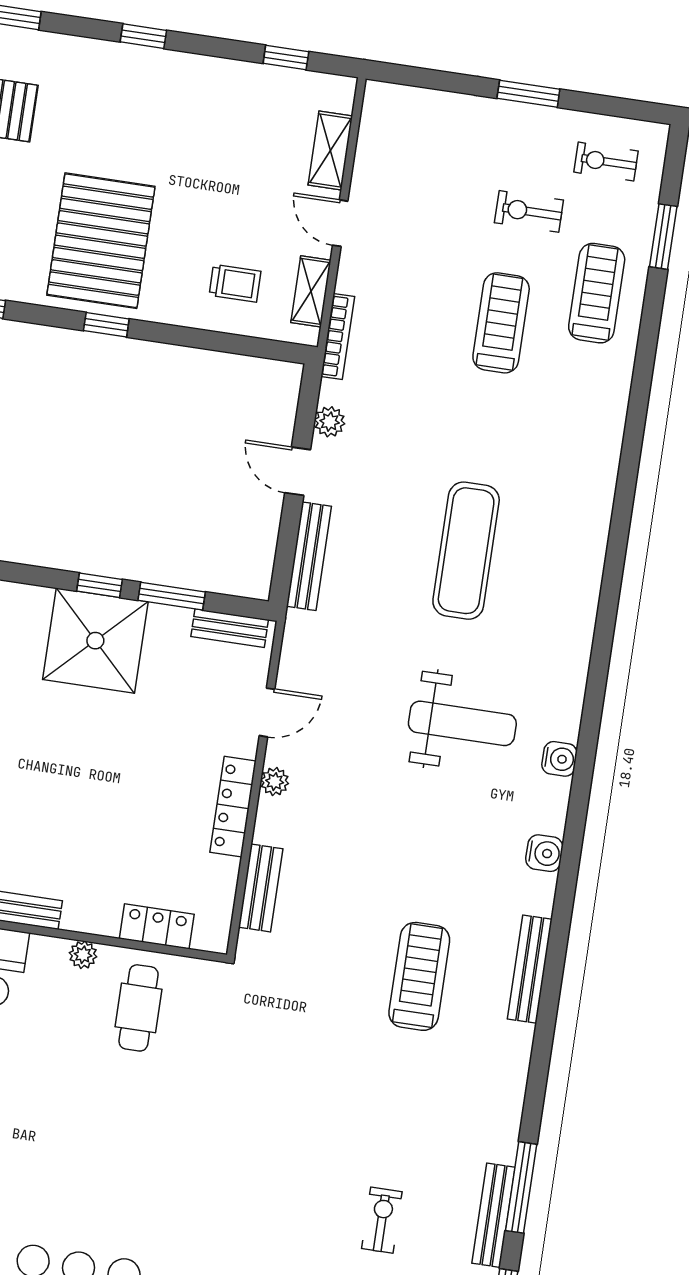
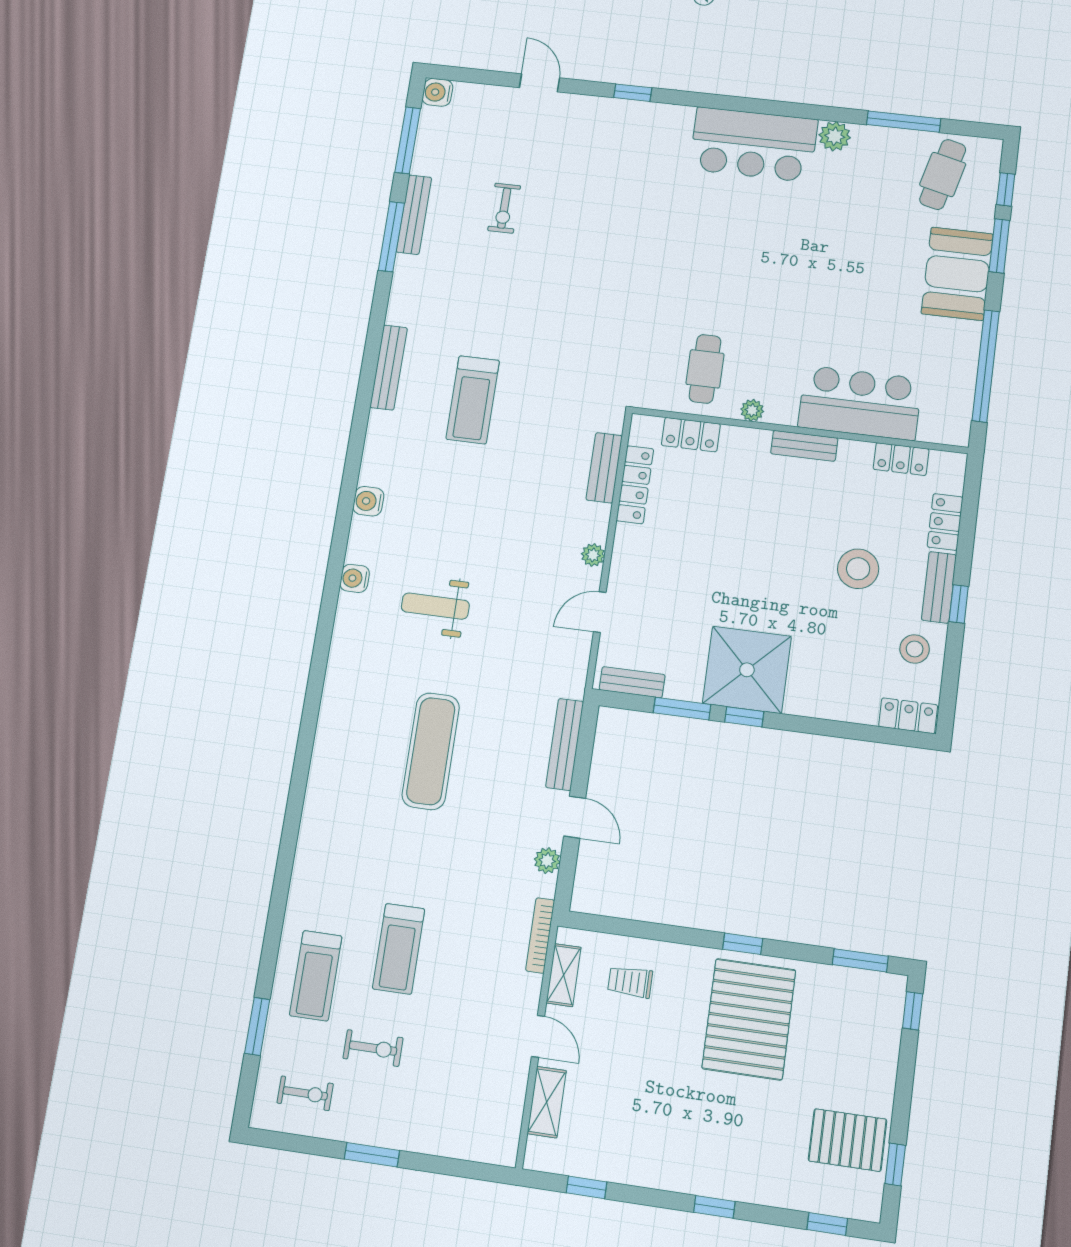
weight bench: (462, 723) -> (435, 606), width x0.73, depth x0.75
locker: (233, 807) -> (635, 485), moved
bench: (530, 969) -> (389, 367), moved

